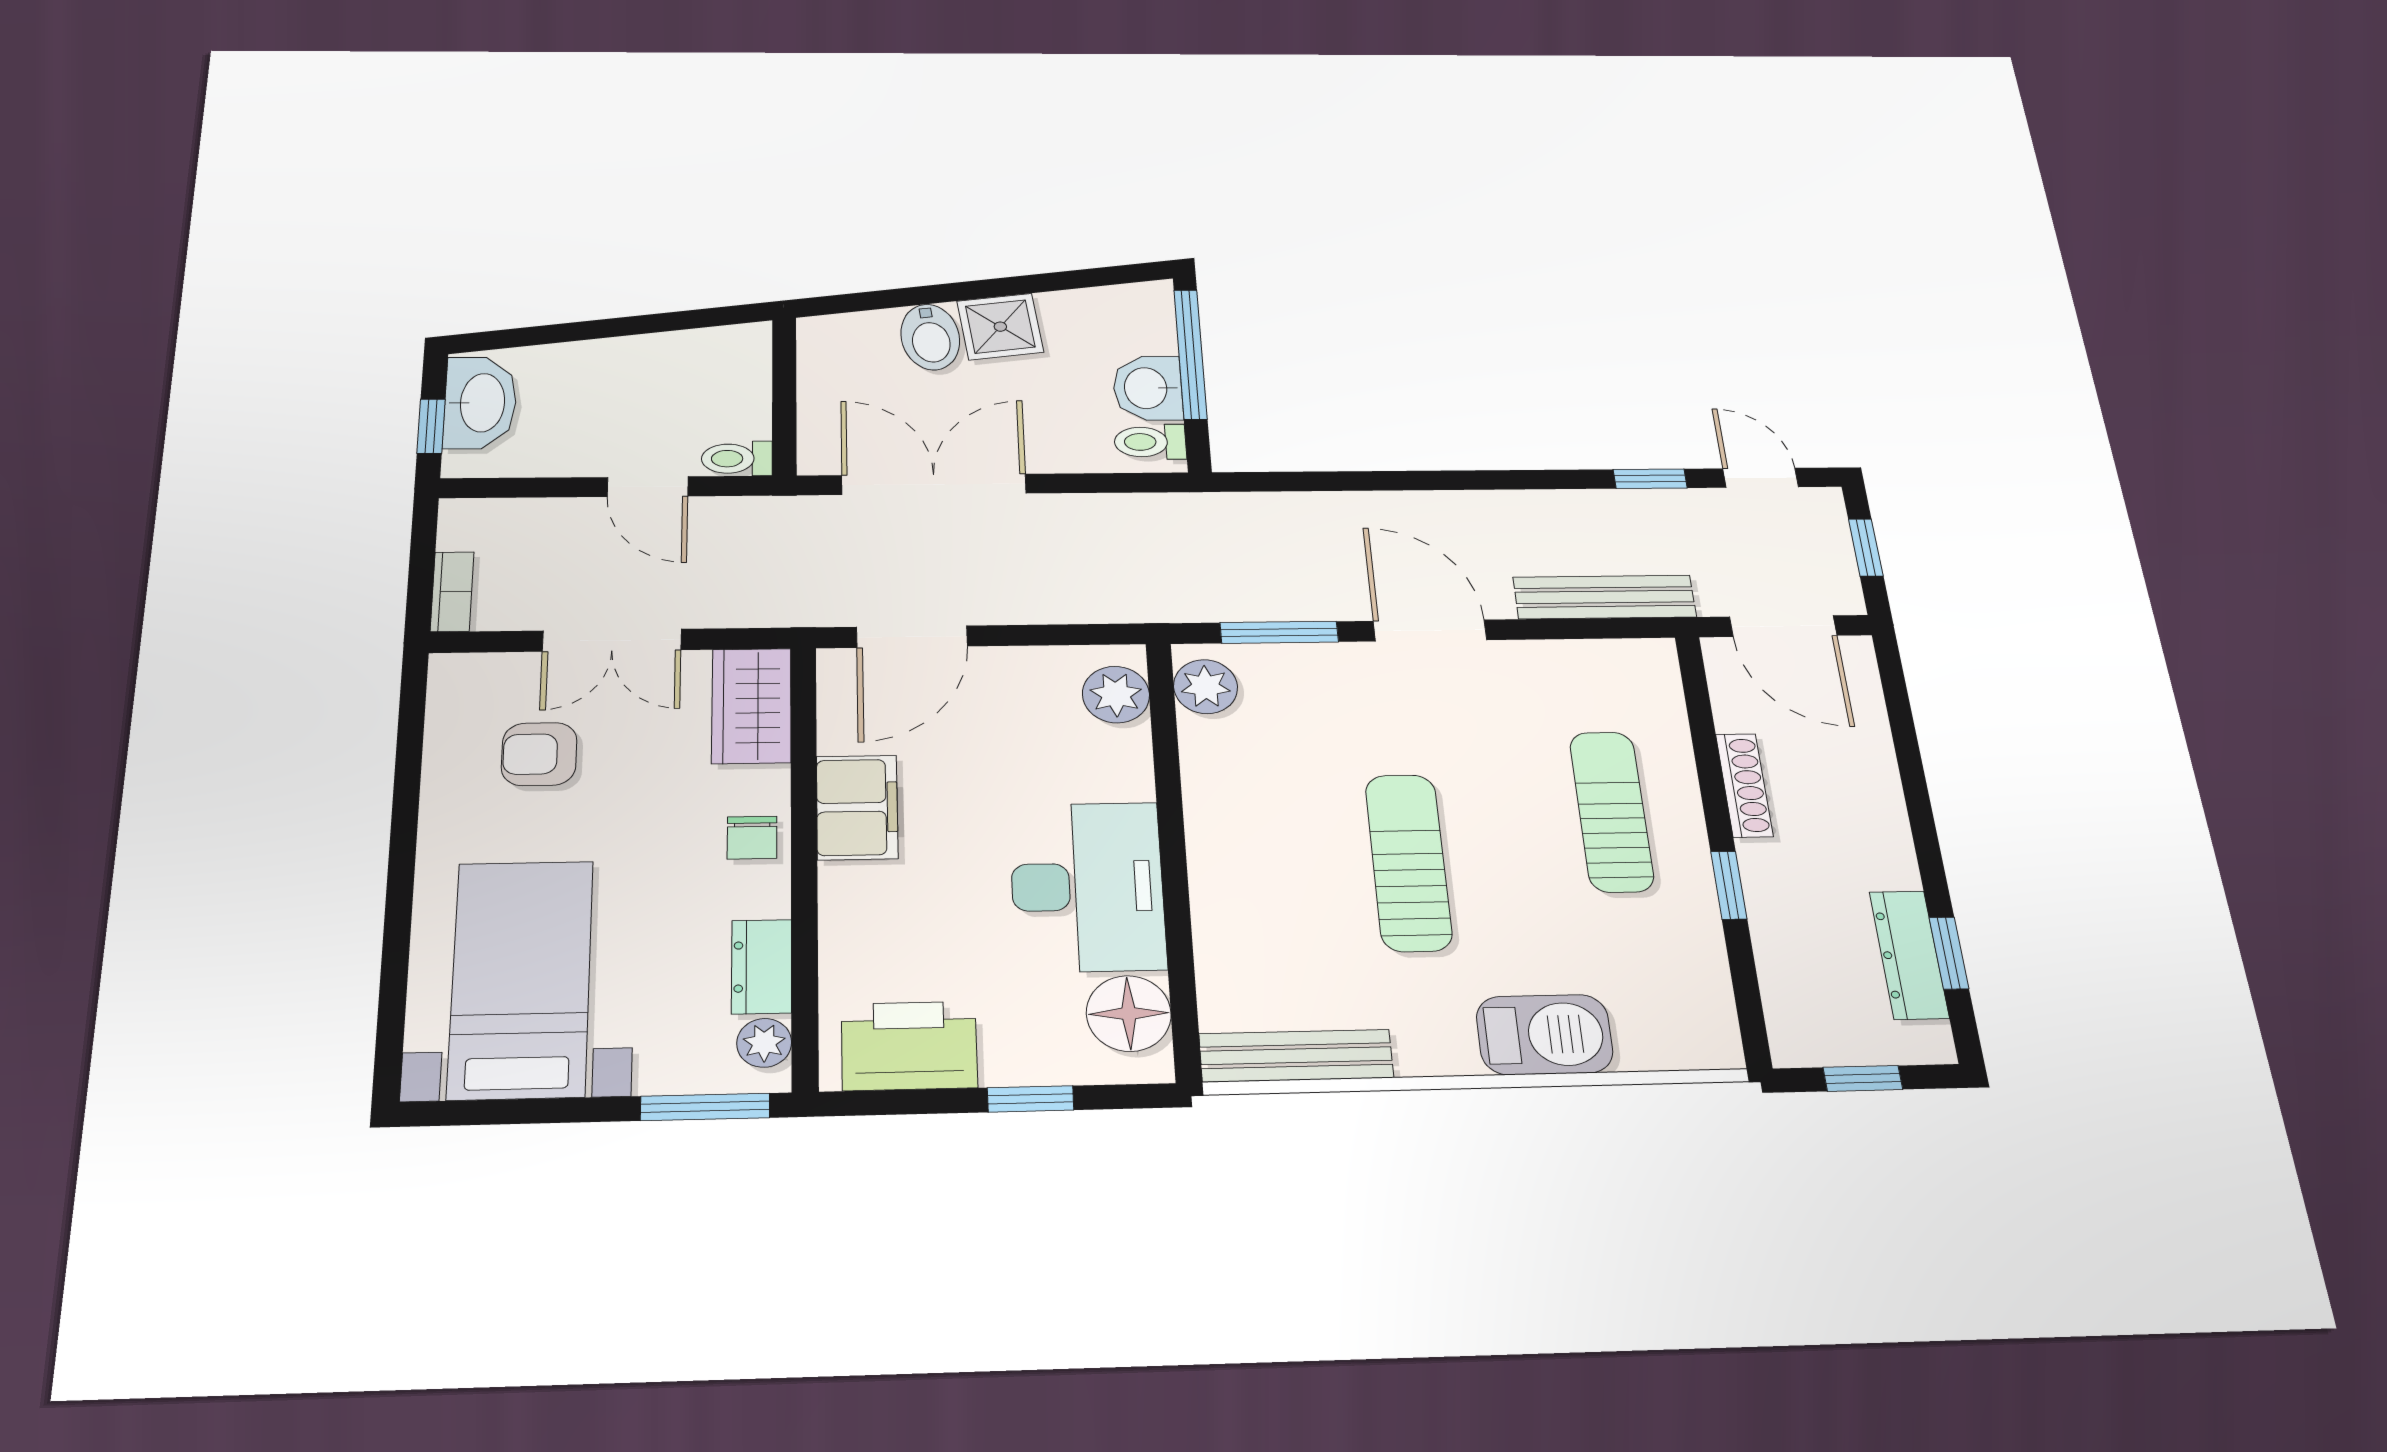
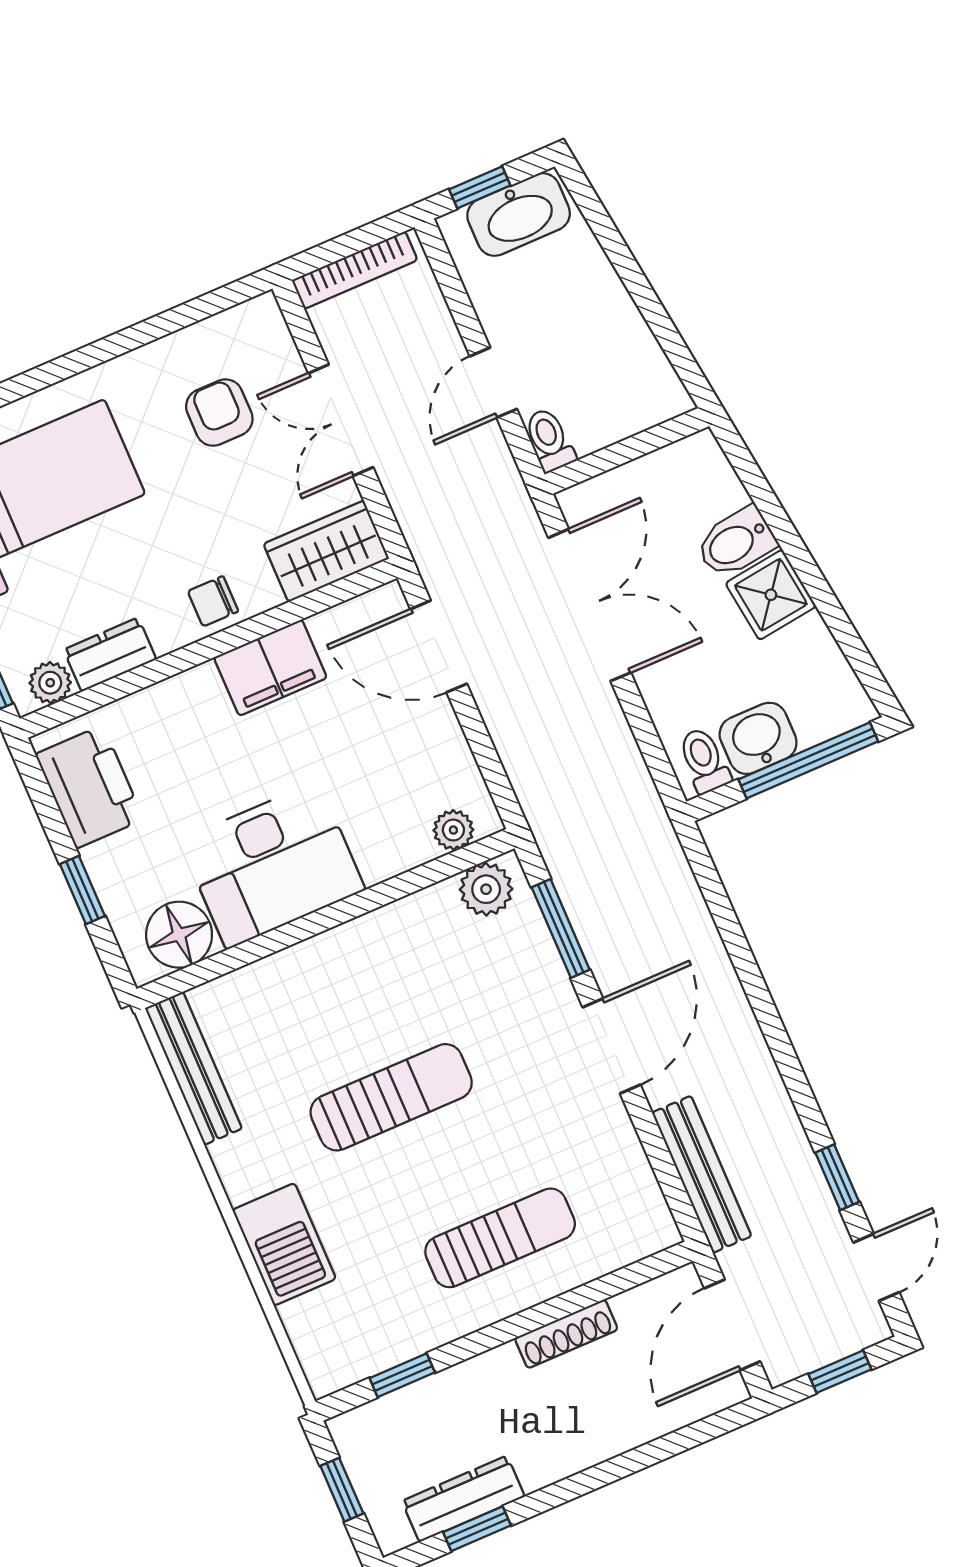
bookcase: (452, 592) -> (355, 270), width x1.56
plant: (1116, 695) -> (453, 830), width x0.73, depth x0.73
window: (1729, 885) -> (402, 1375), moved

